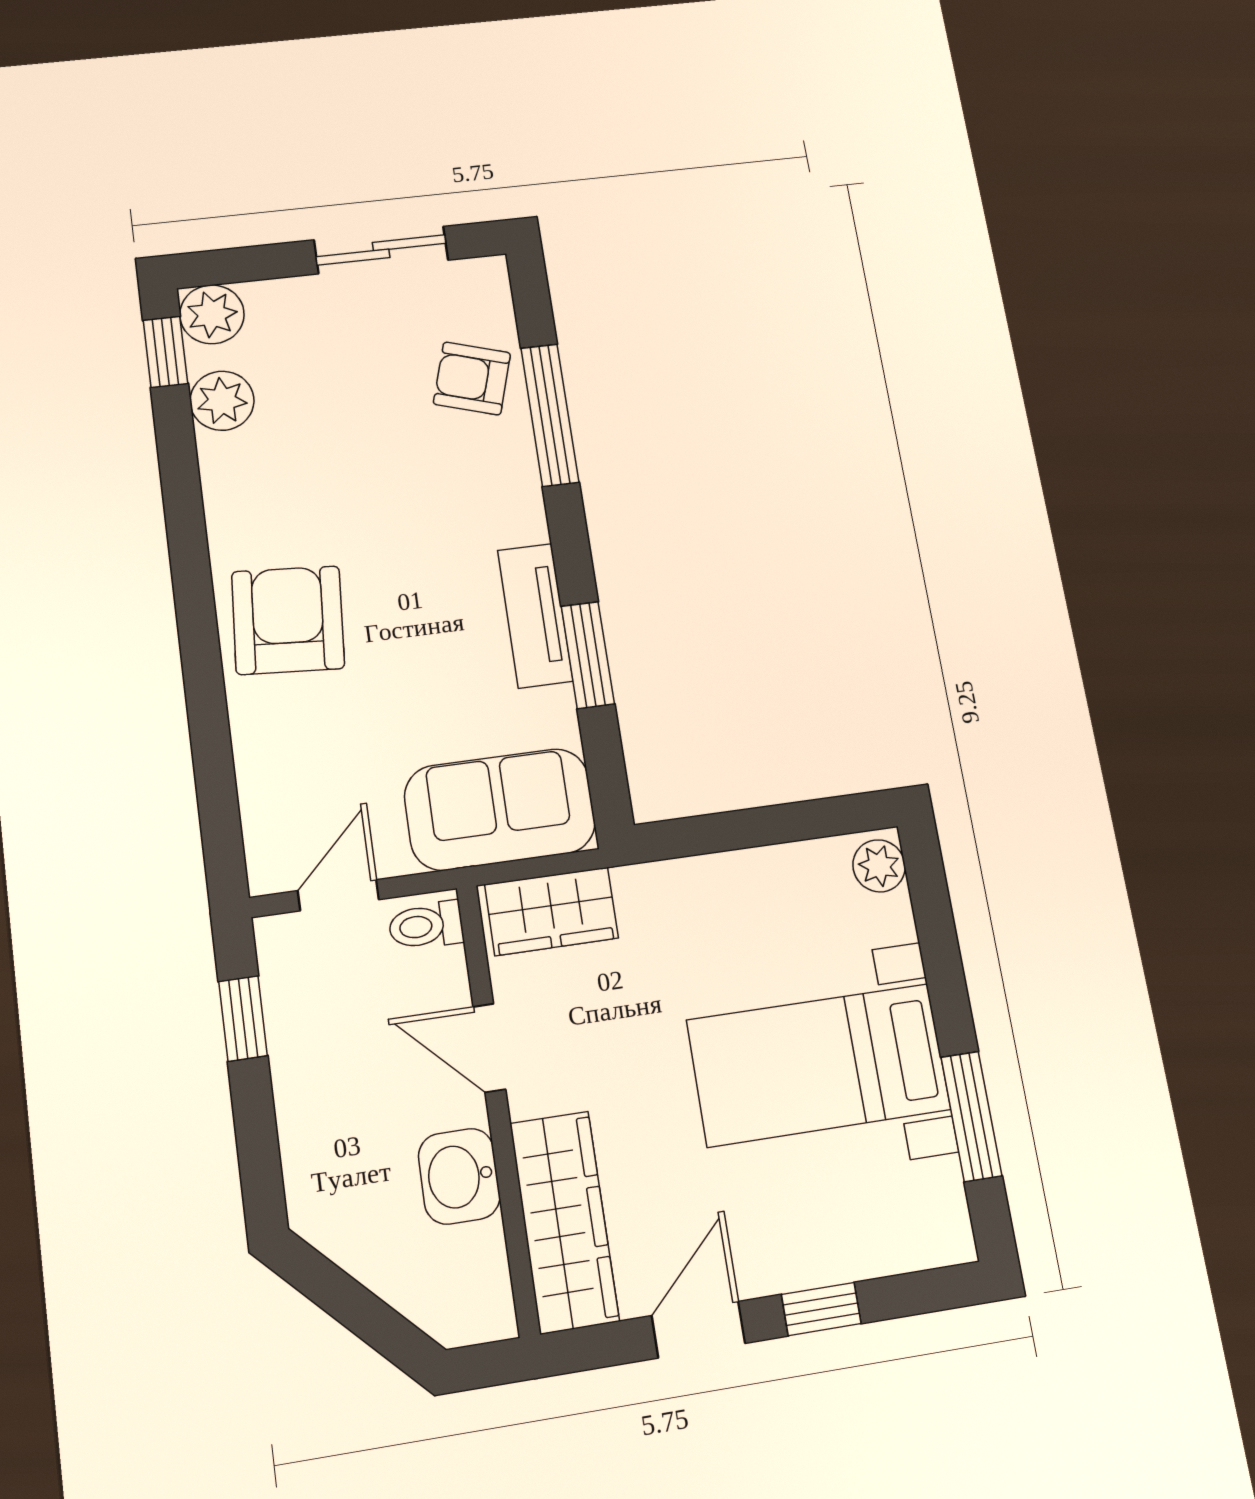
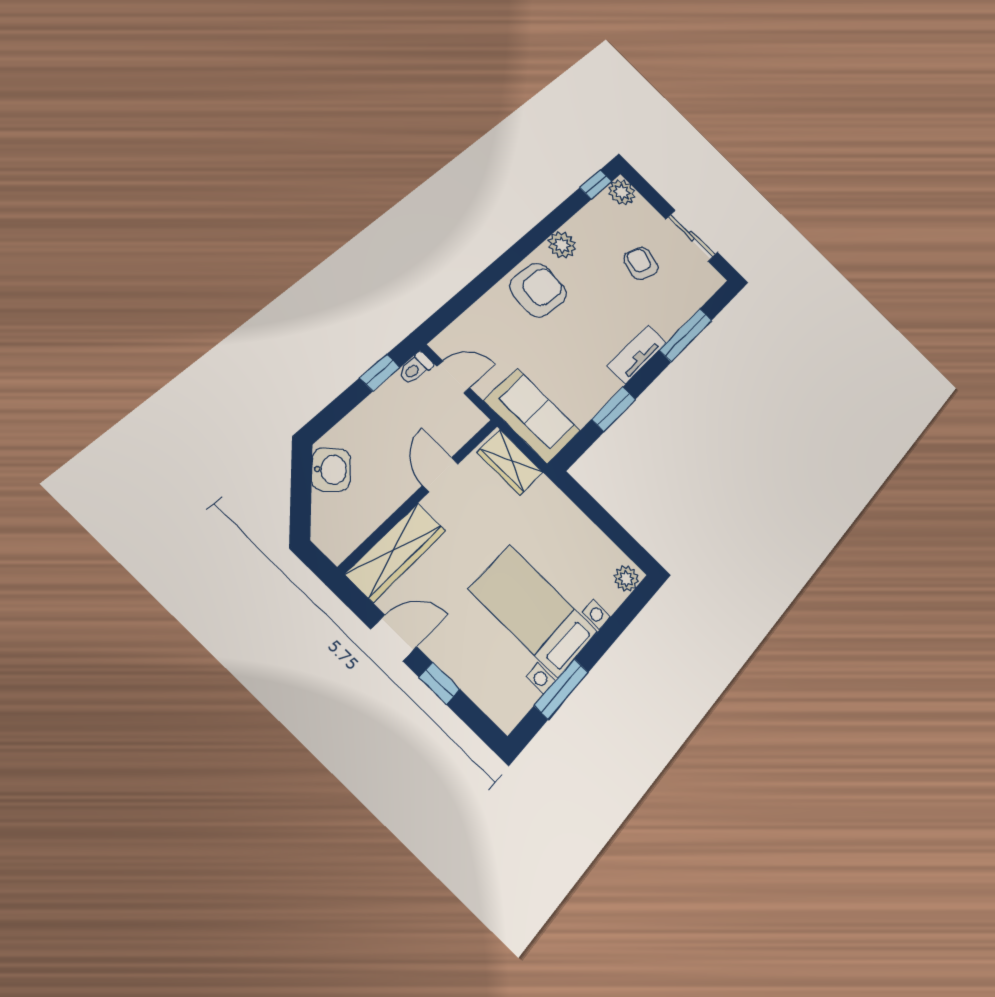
armchair: (472, 378) -> (641, 264), moved
plant: (222, 401) -> (562, 245), moved
tv unit: (535, 615) -> (637, 354), moved
toilet: (426, 926) -> (416, 368), moved, turned -90
washbasin: (459, 1176) -> (331, 470), moved, turned 135

